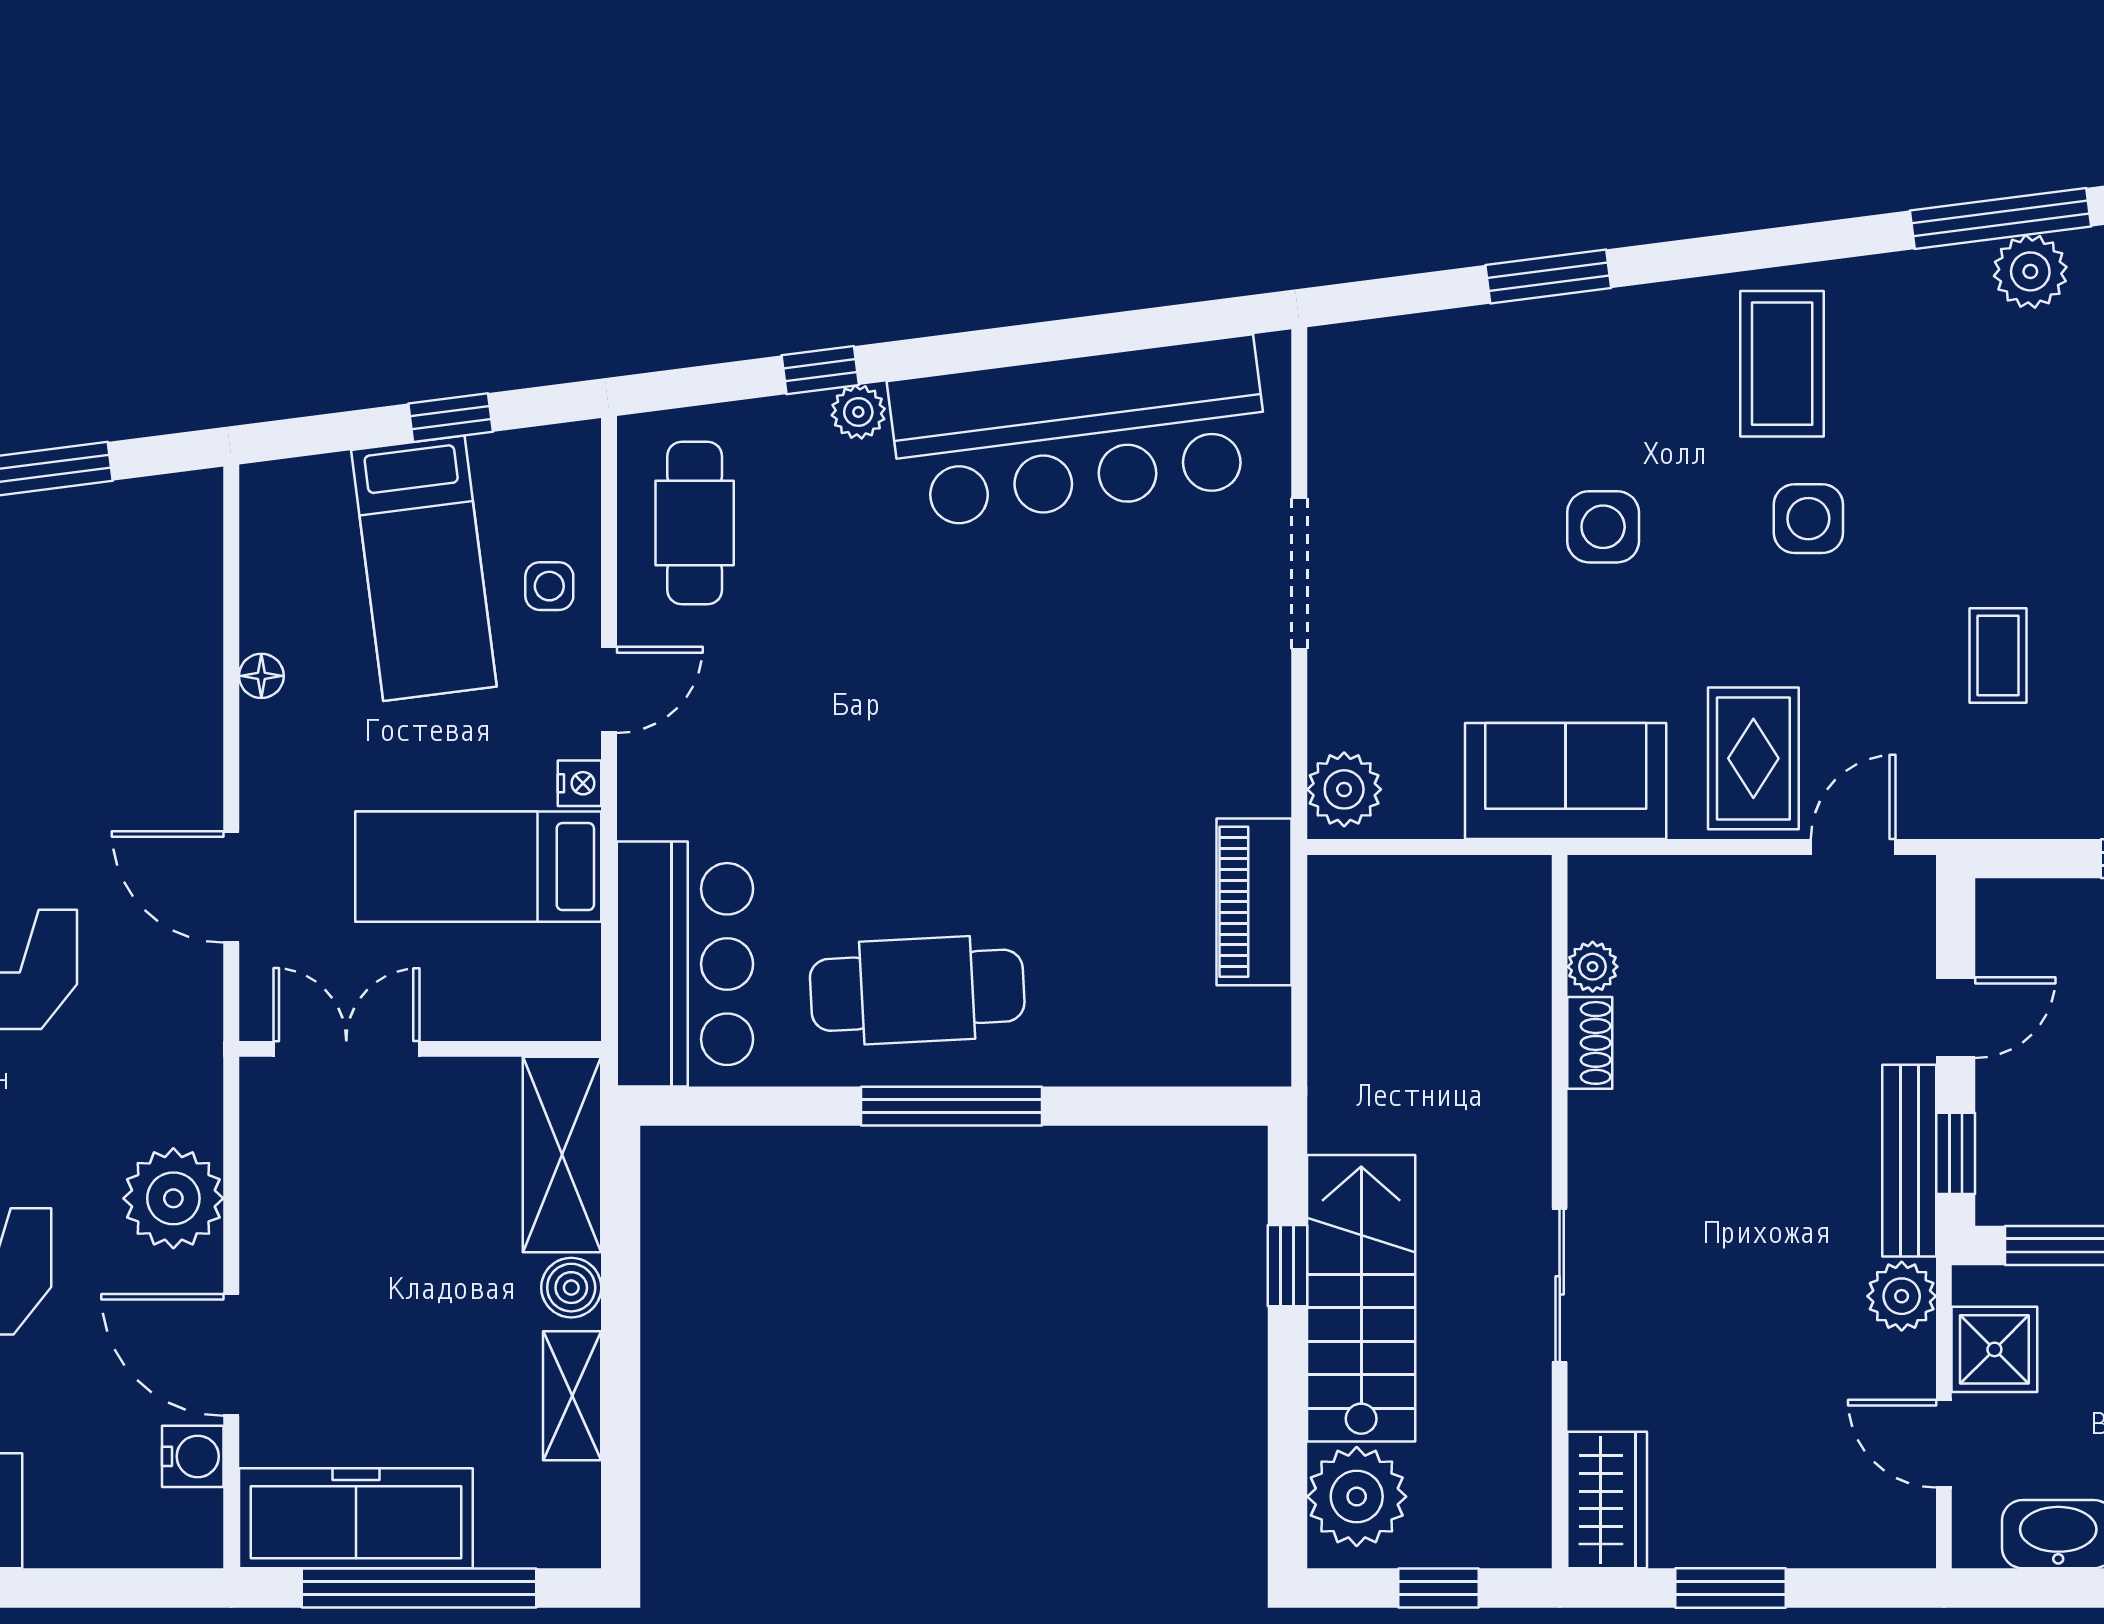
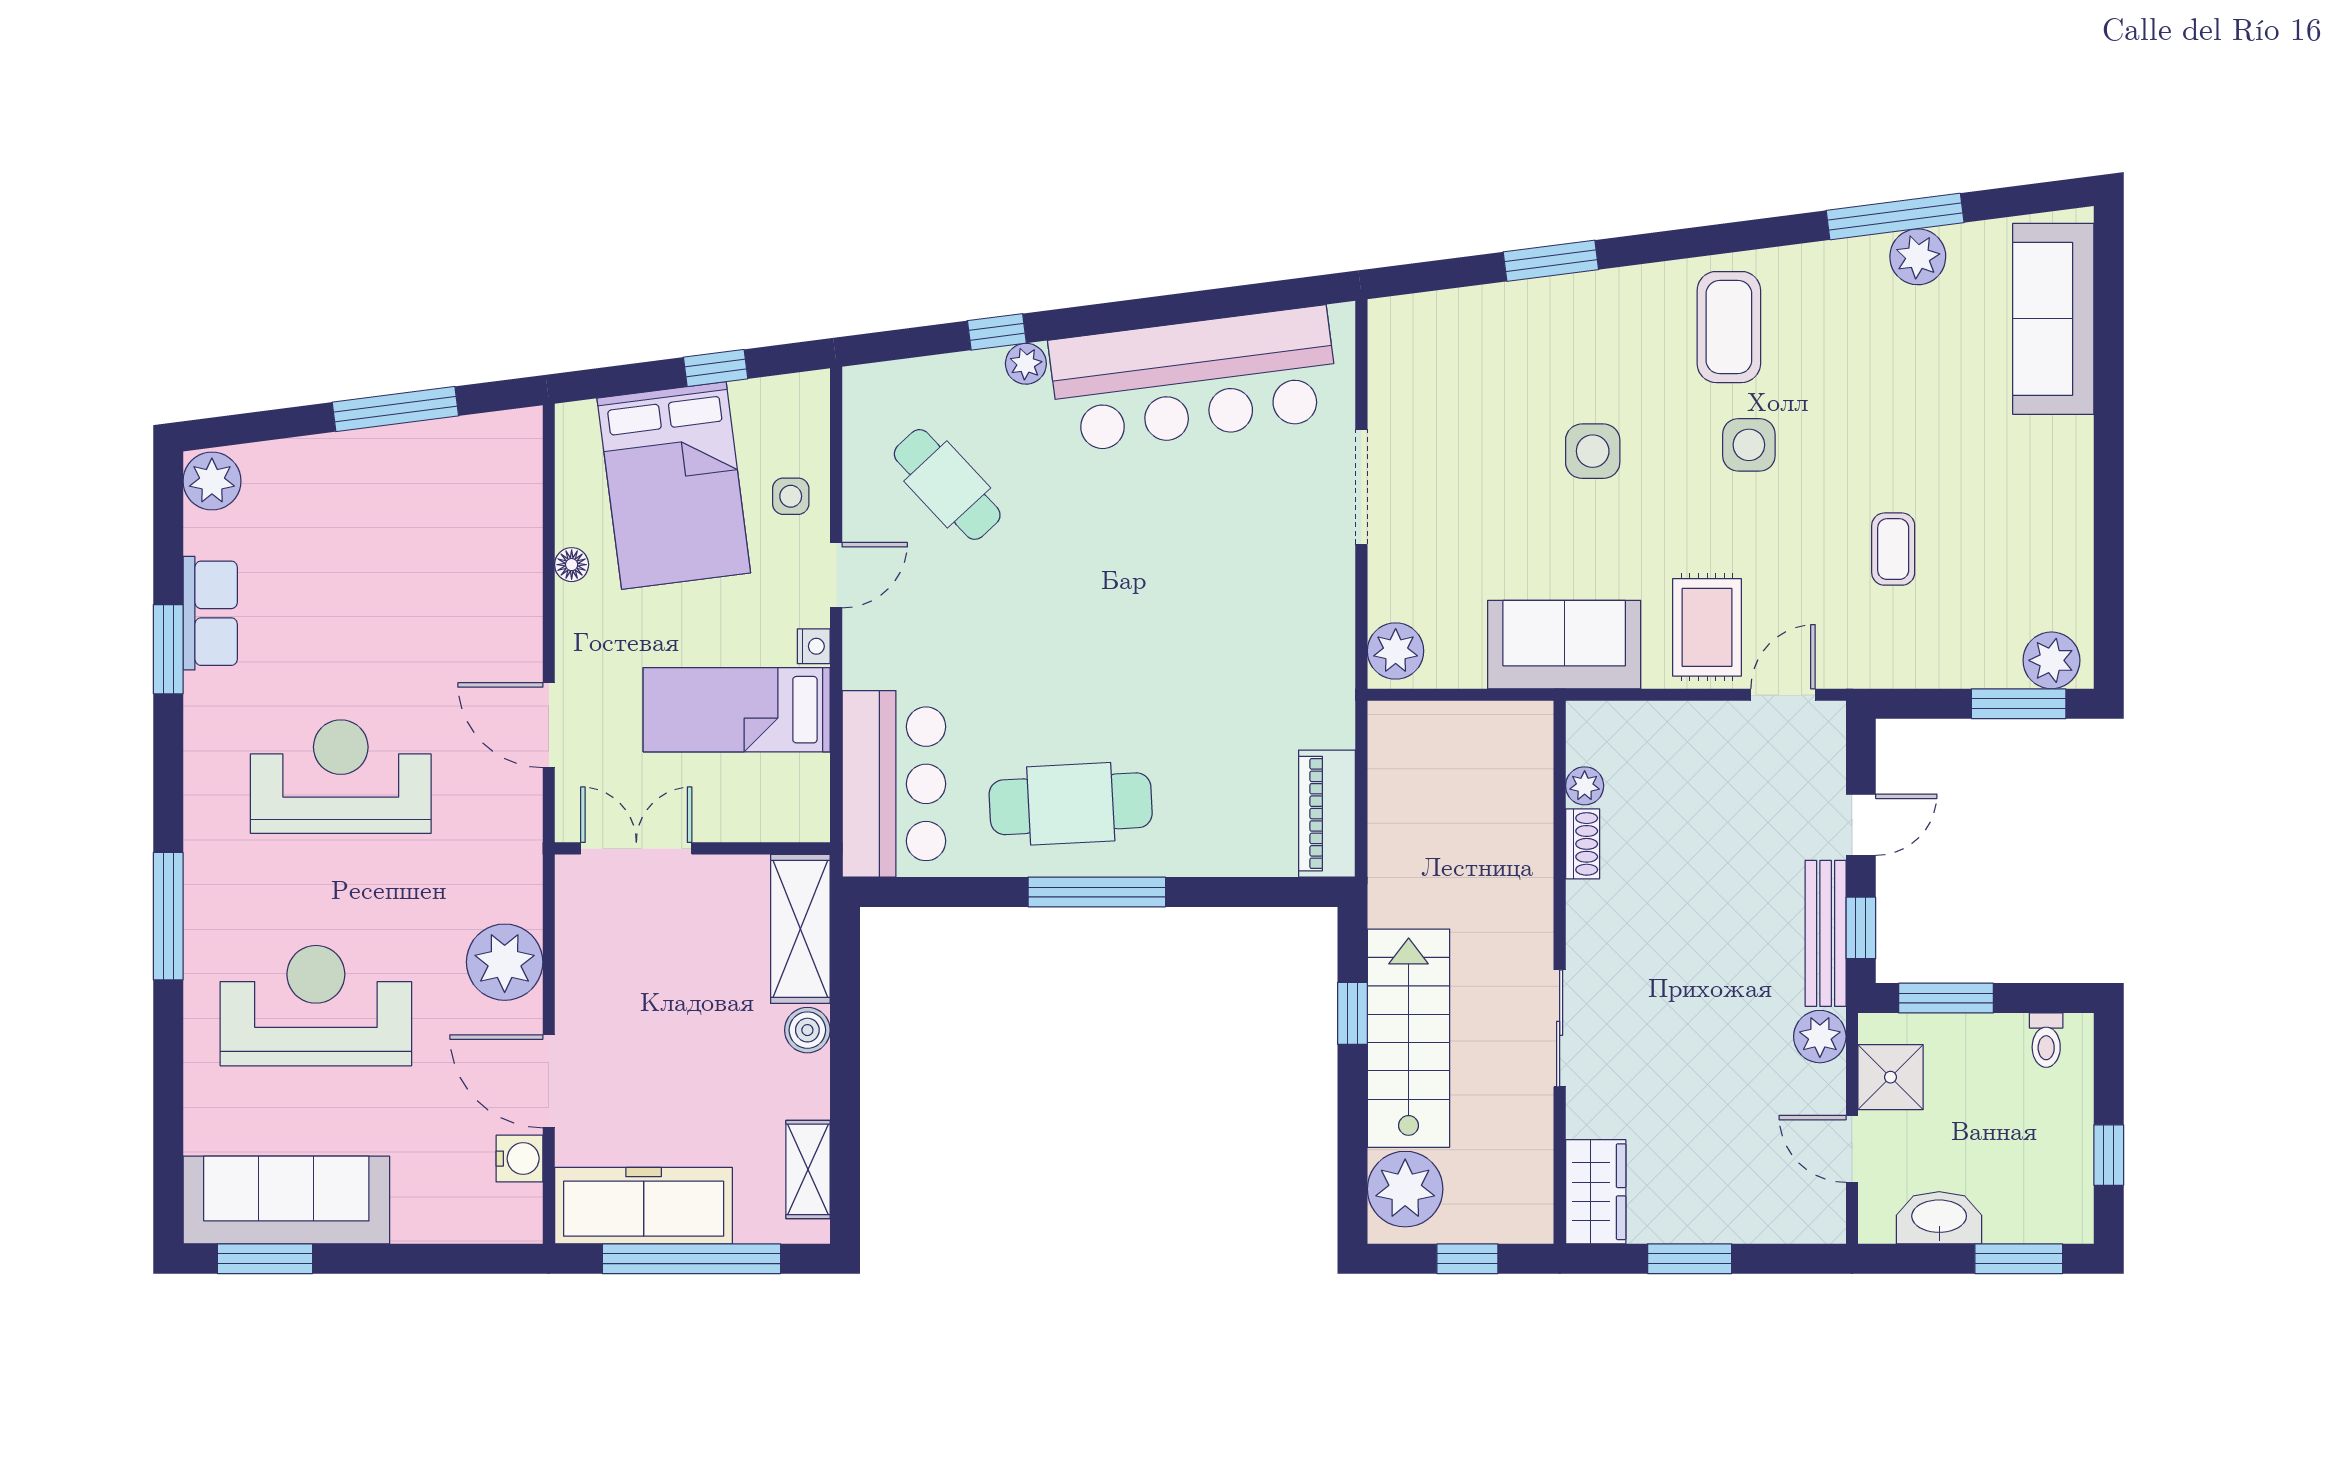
cafe table: (695, 523) -> (947, 484), moved, turned -43
bed: (424, 568) -> (674, 486), width x1.50
piano: (1254, 902) -> (1327, 814), moved
shelving: (572, 1396) -> (808, 1169), moved

